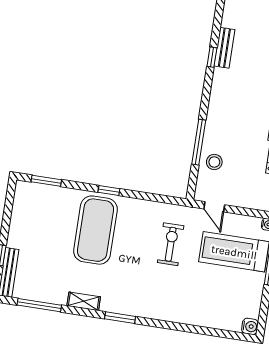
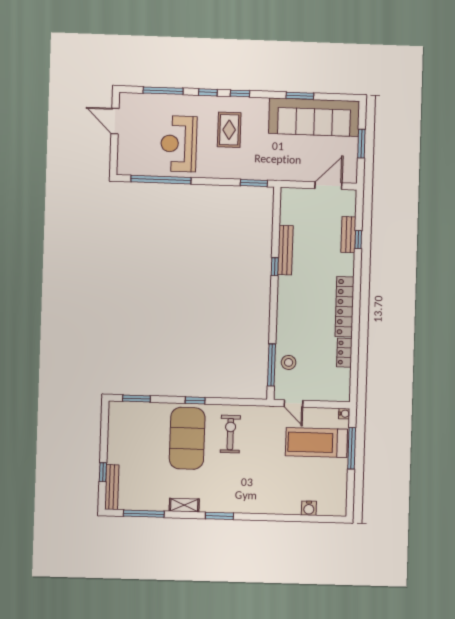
bench: (224, 48) -> (285, 250), width x1.36
window: (199, 142) -> (271, 365), moved
exercise bike: (171, 244) -> (230, 434), moved
water cooler: (250, 326) -> (309, 508), moved, turned 90

